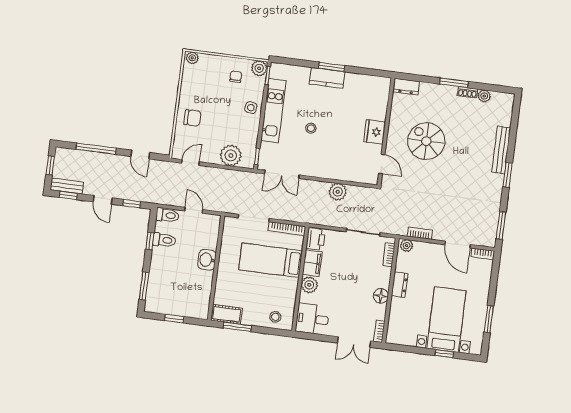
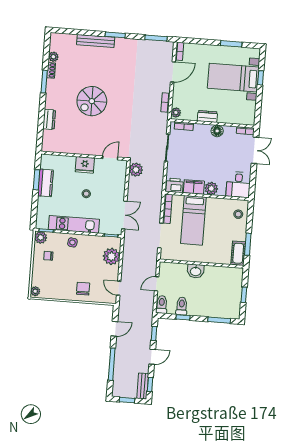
fridge: (375, 132) -> (85, 165), moved
wall: (386, 132) -> (84, 156), moved
door: (382, 164) -> (110, 158), moved

